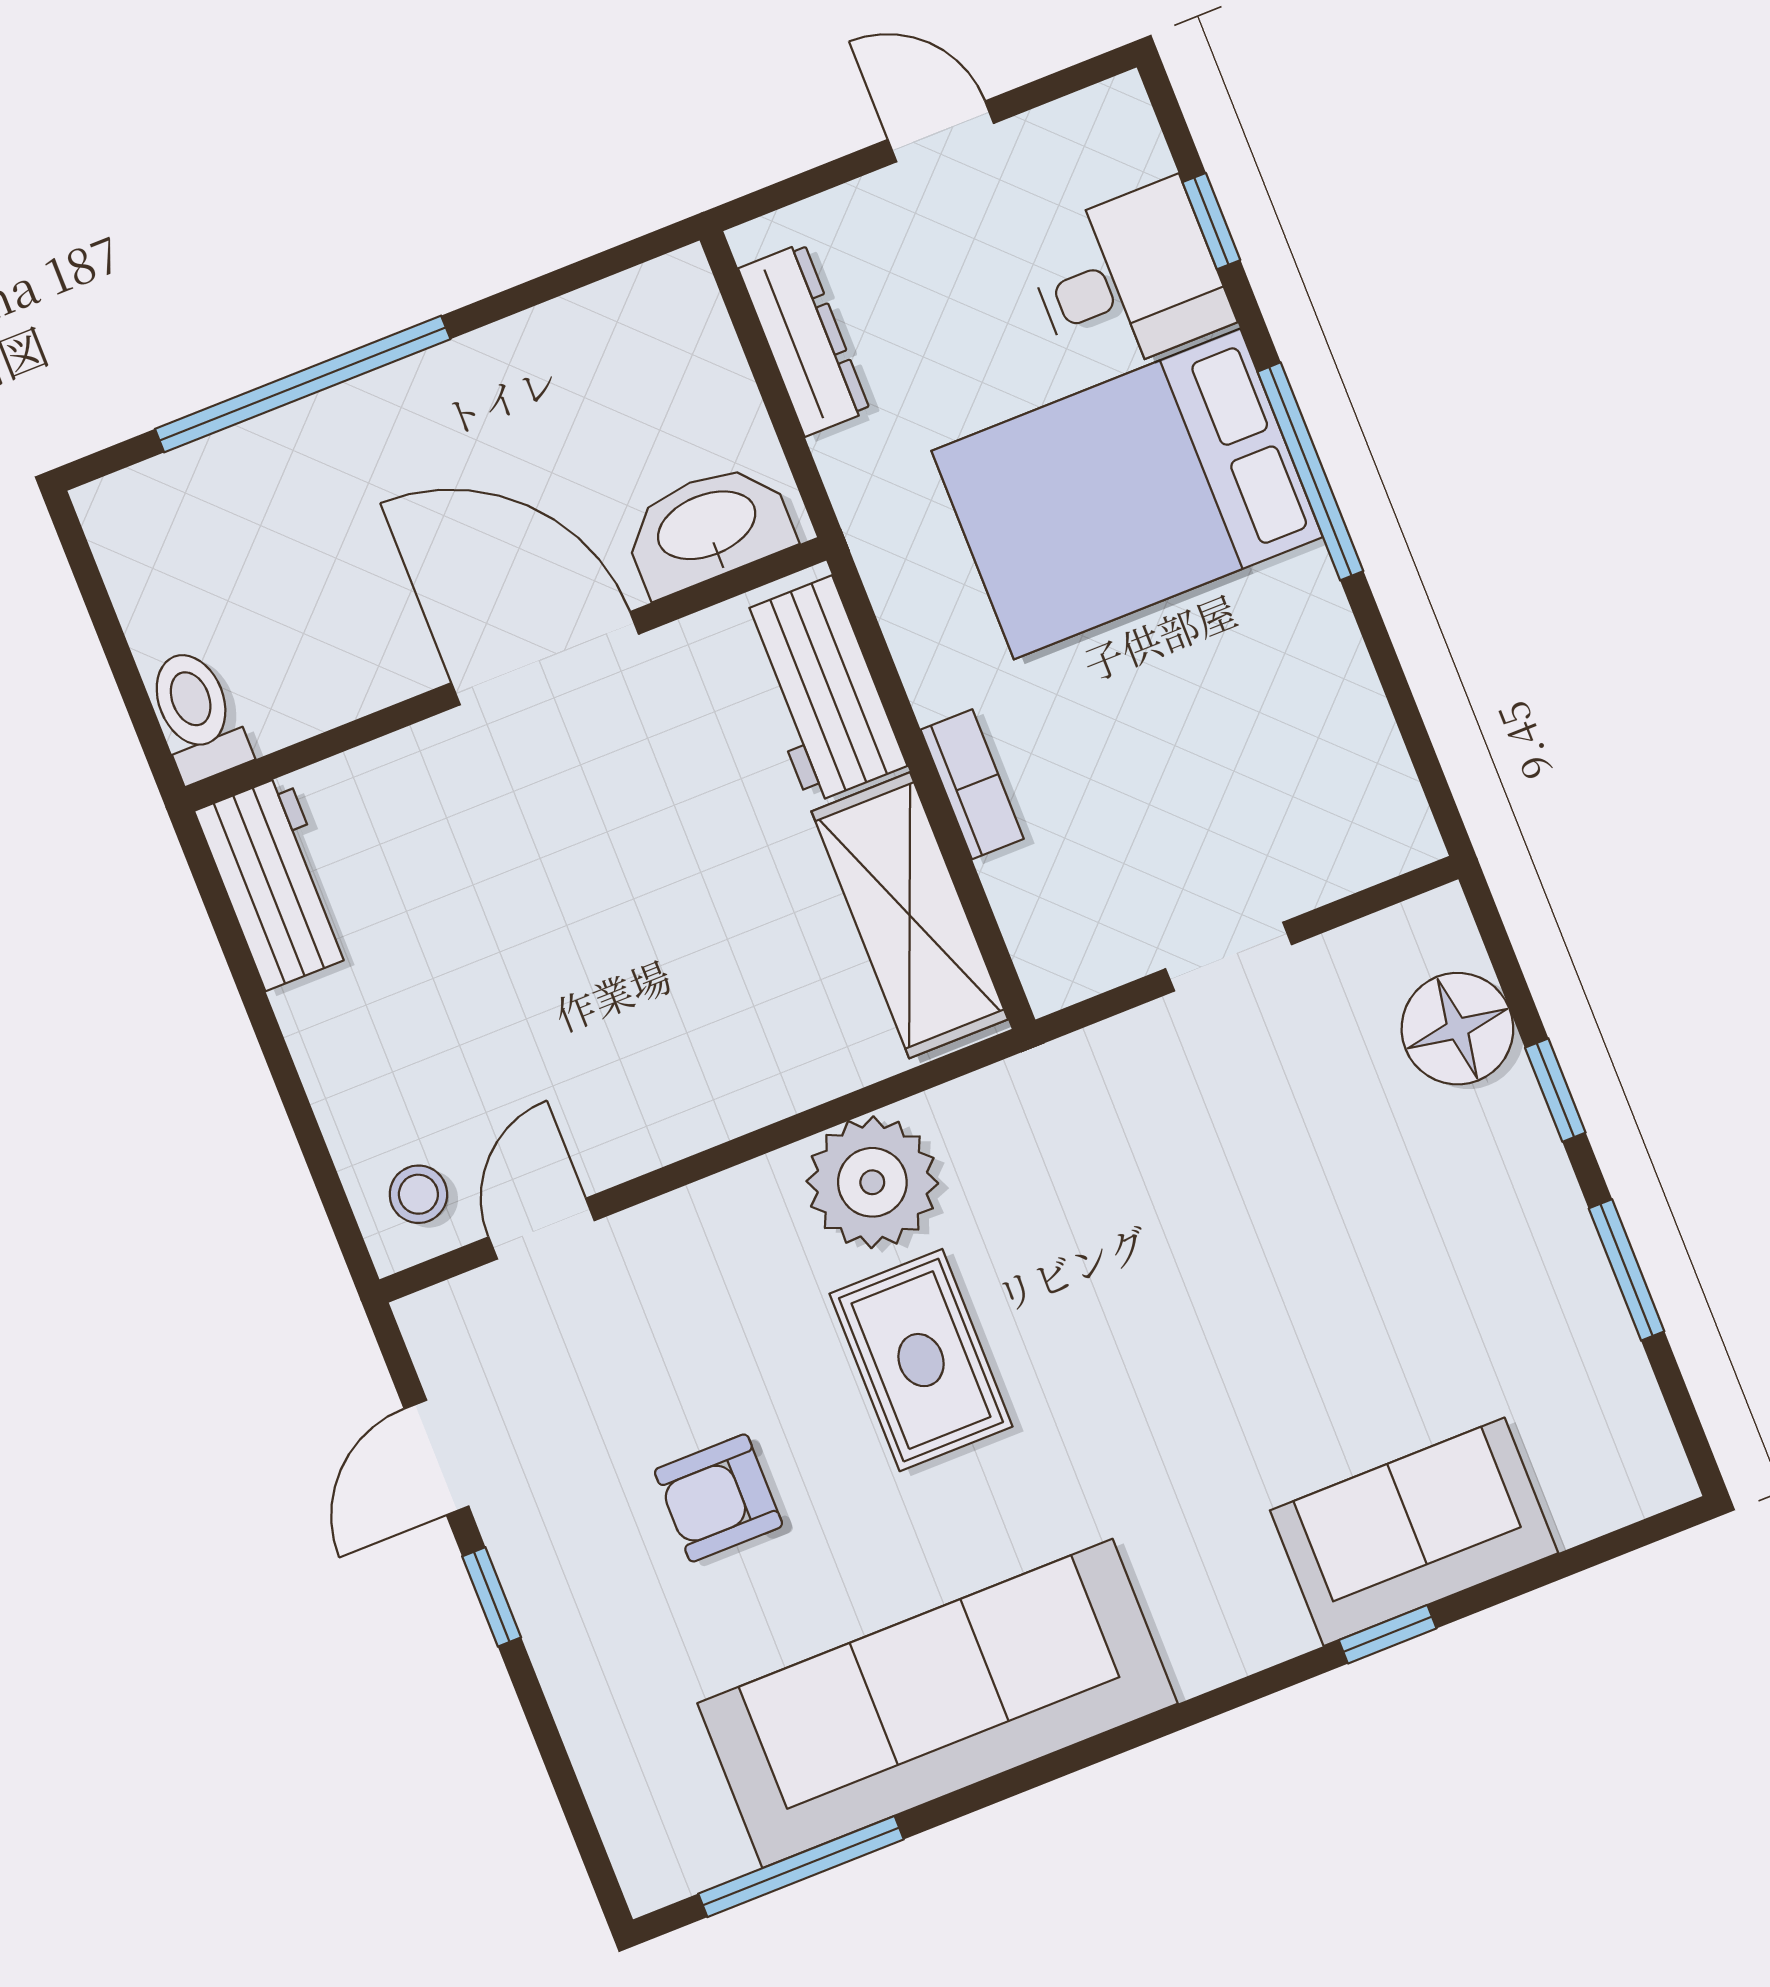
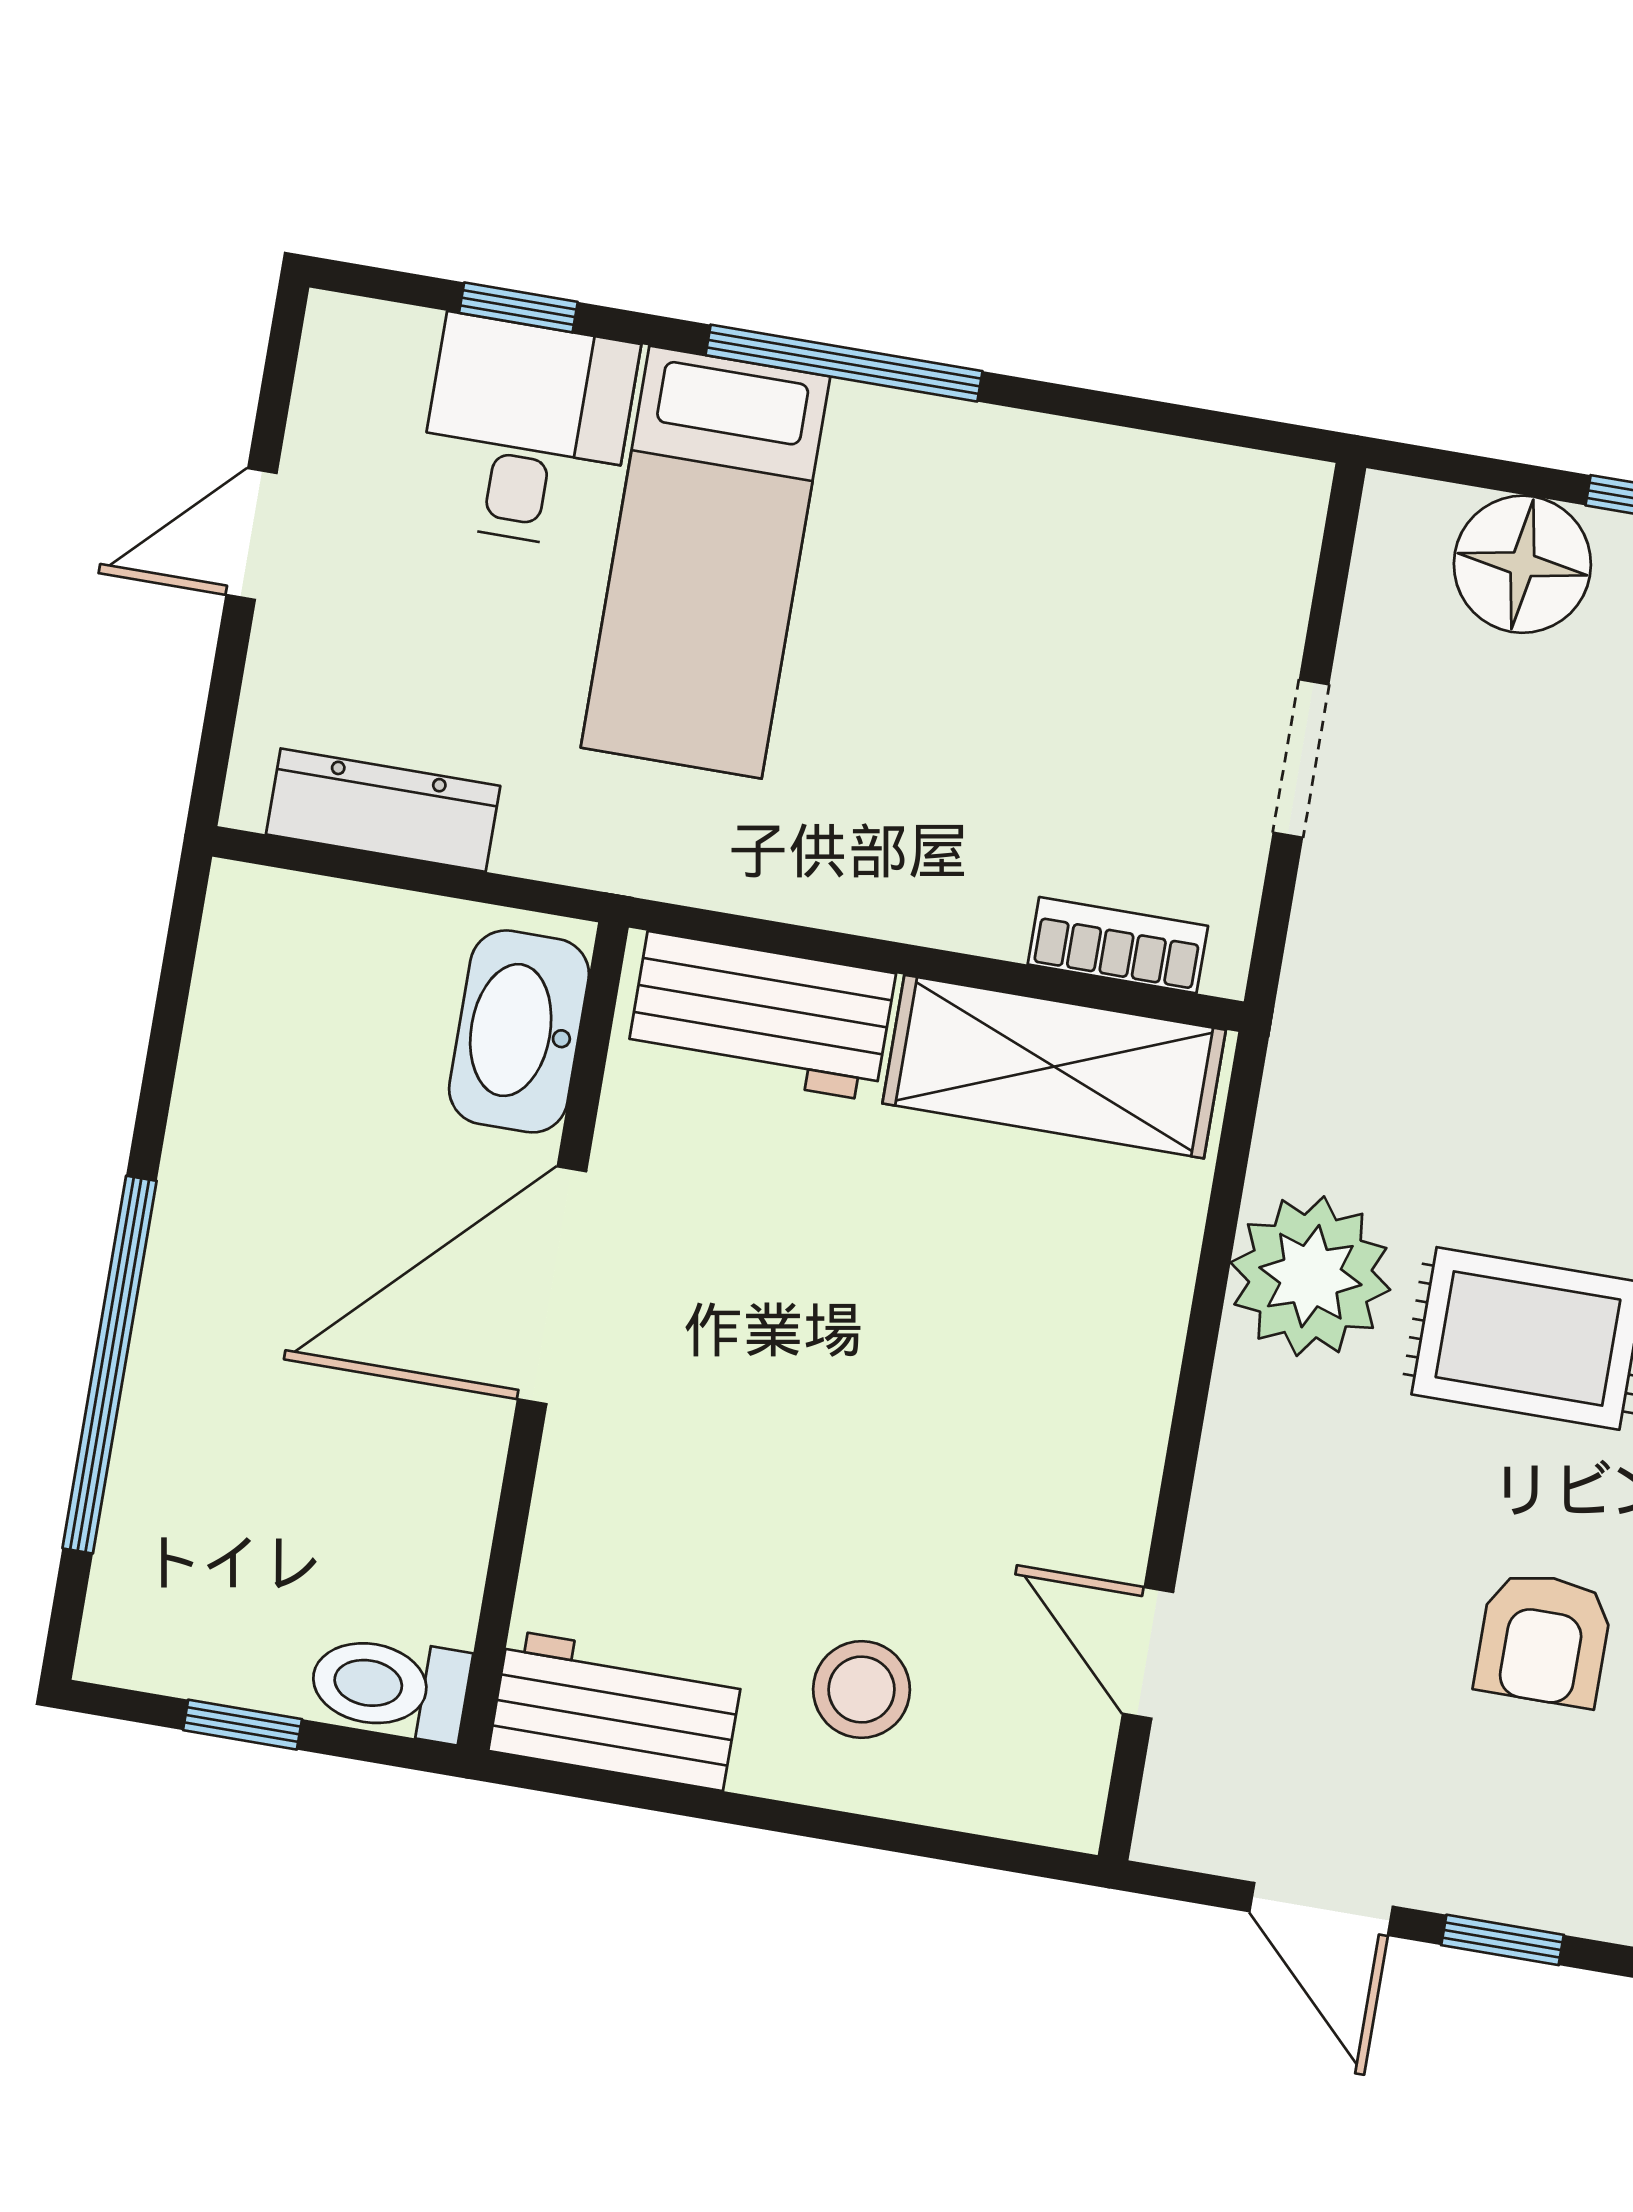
bed: (1127, 494) -> (706, 562), width x0.67
window: (108, 629) -> (243, 1725), added
bookcase: (972, 784) -> (1118, 945), moved
stool: (418, 1194) -> (862, 1689), moved, width x1.37, depth x1.37

